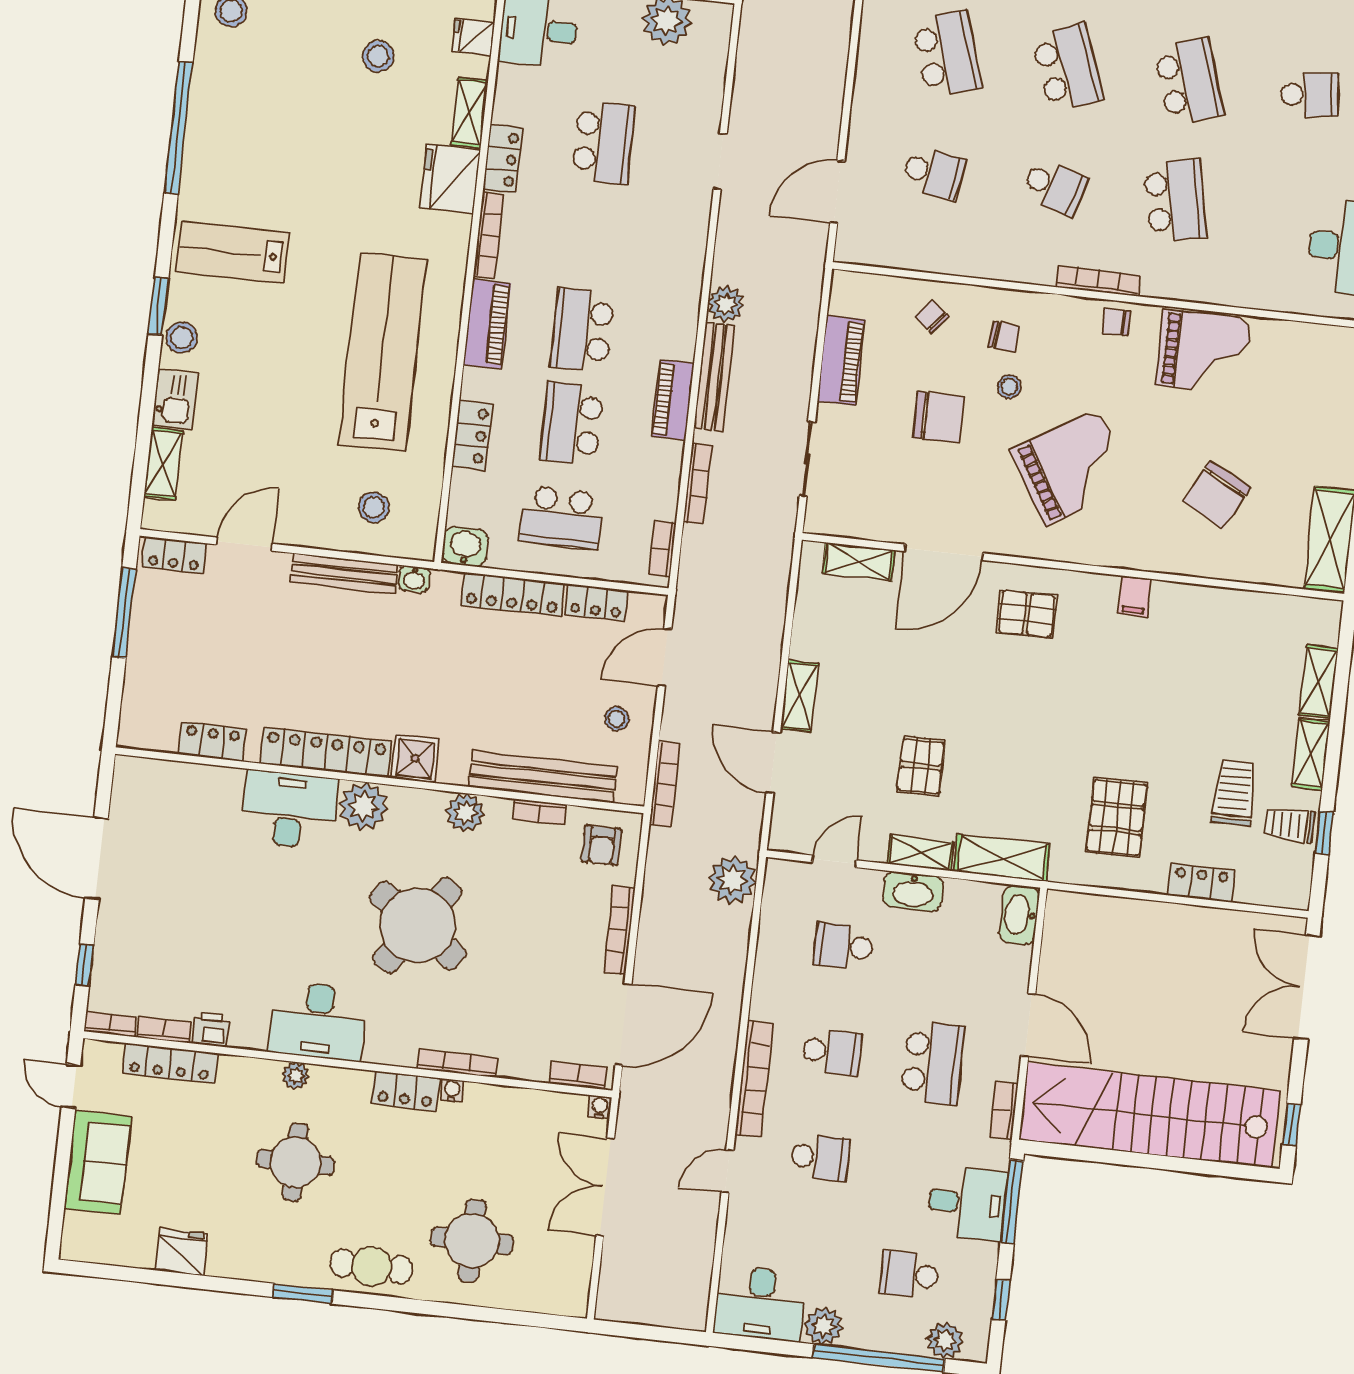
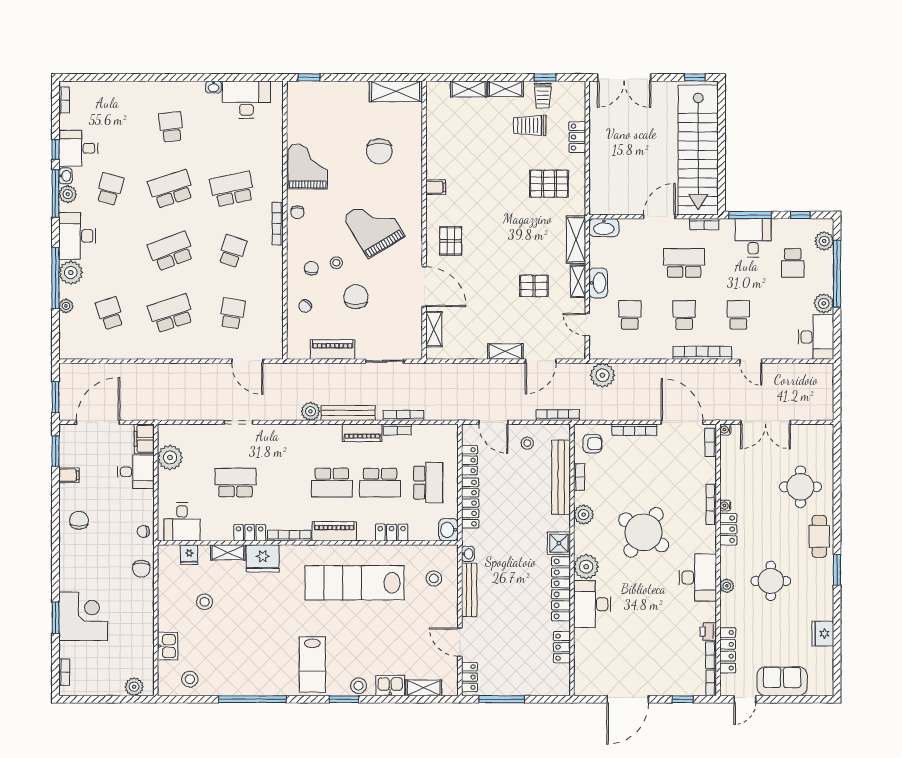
chair: (1217, 495) -> (379, 151), turned 62
bookcase: (662, 549) -> (397, 430), moved
school desk: (844, 946) -> (630, 315), turned 180

